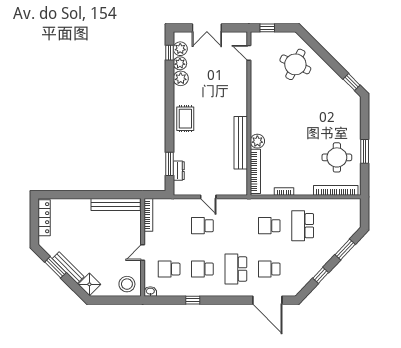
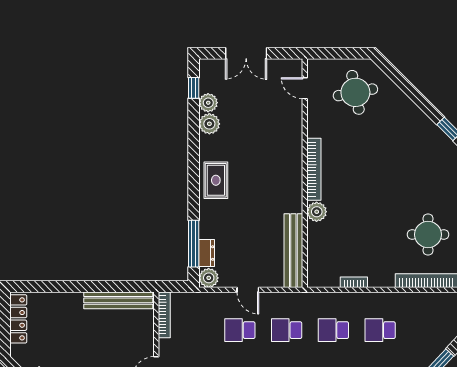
window: (267, 28) -> (330, 53), removed
plant: (180, 49) -> (209, 278), moved
round table: (295, 64) -> (355, 92), moved, turned -36
bench: (241, 143) -> (293, 251), moved
window: (169, 164) -> (194, 244), width x1.44
bookcase: (255, 171) -> (314, 169), moved
school desk: (236, 226) -> (287, 330), added
school desk: (303, 226) -> (380, 330), width x0.54

